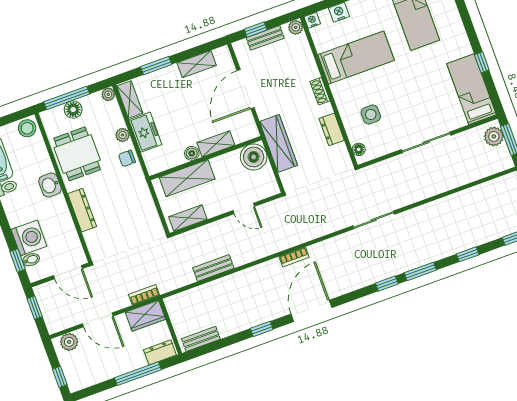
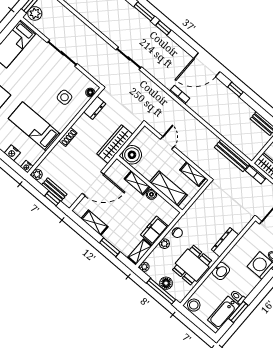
dresser: (332, 129) -> (95, 108), moved
bench: (213, 268) -> (232, 155), moved, width x1.36

